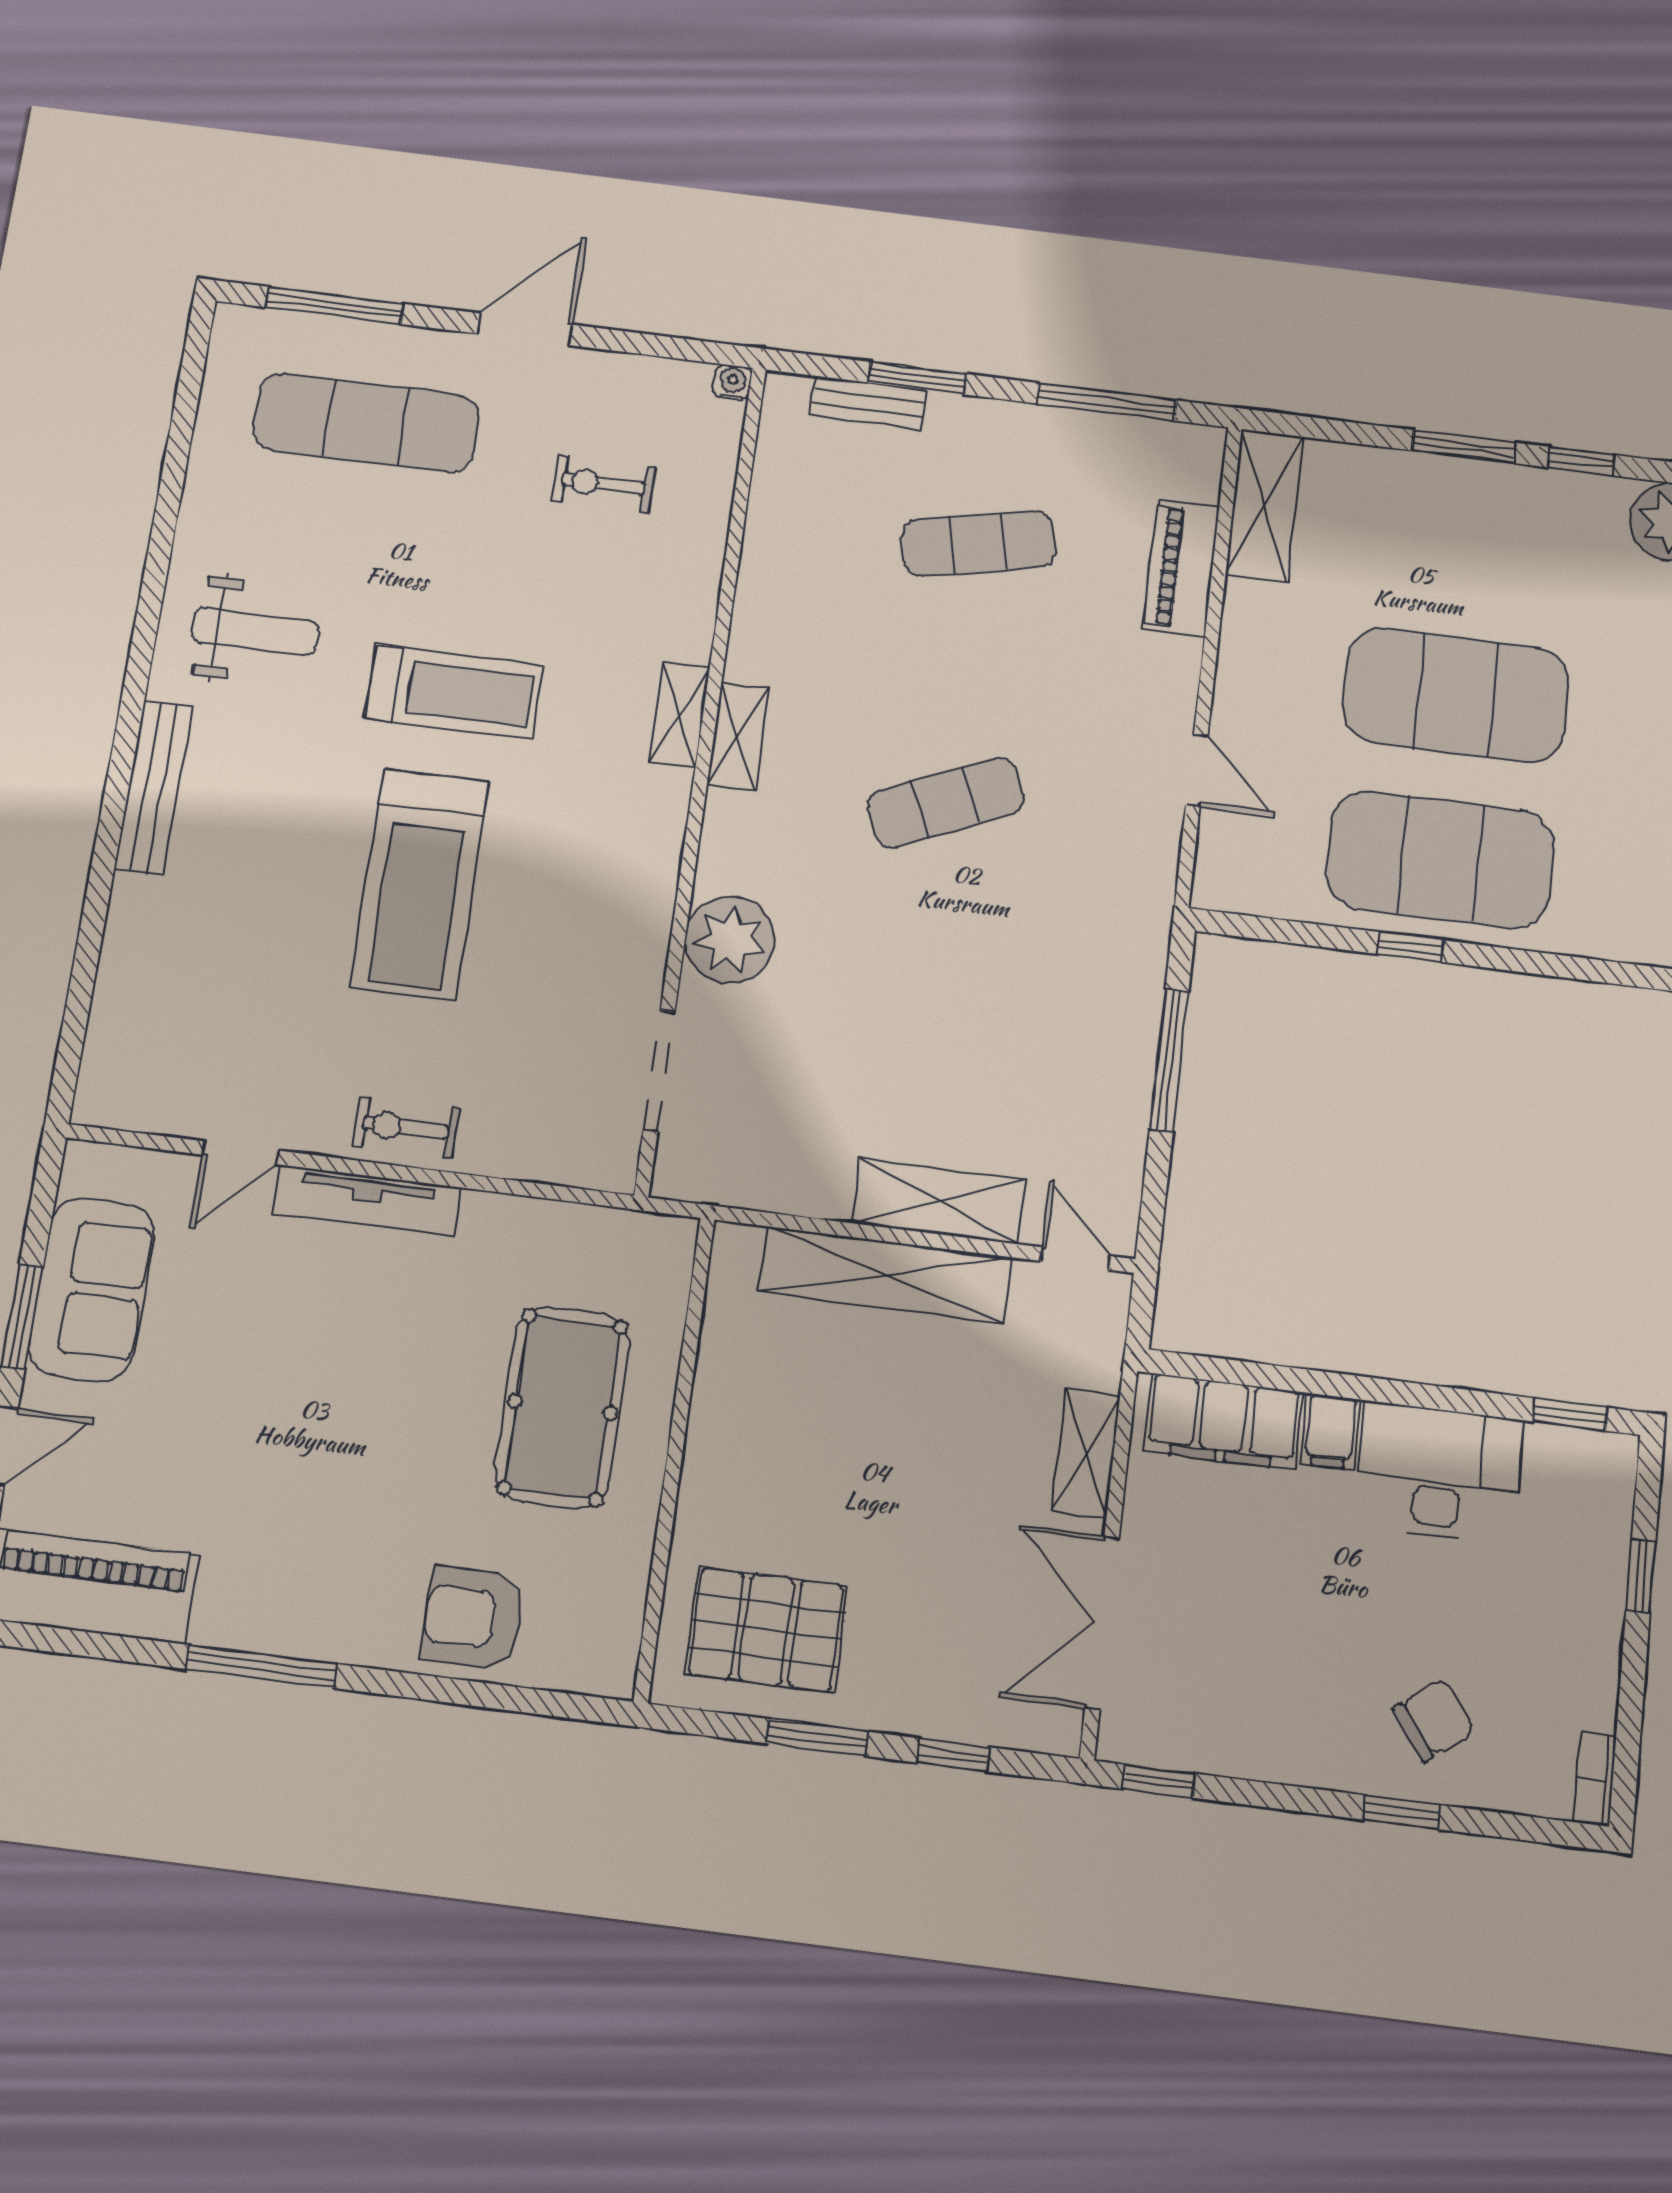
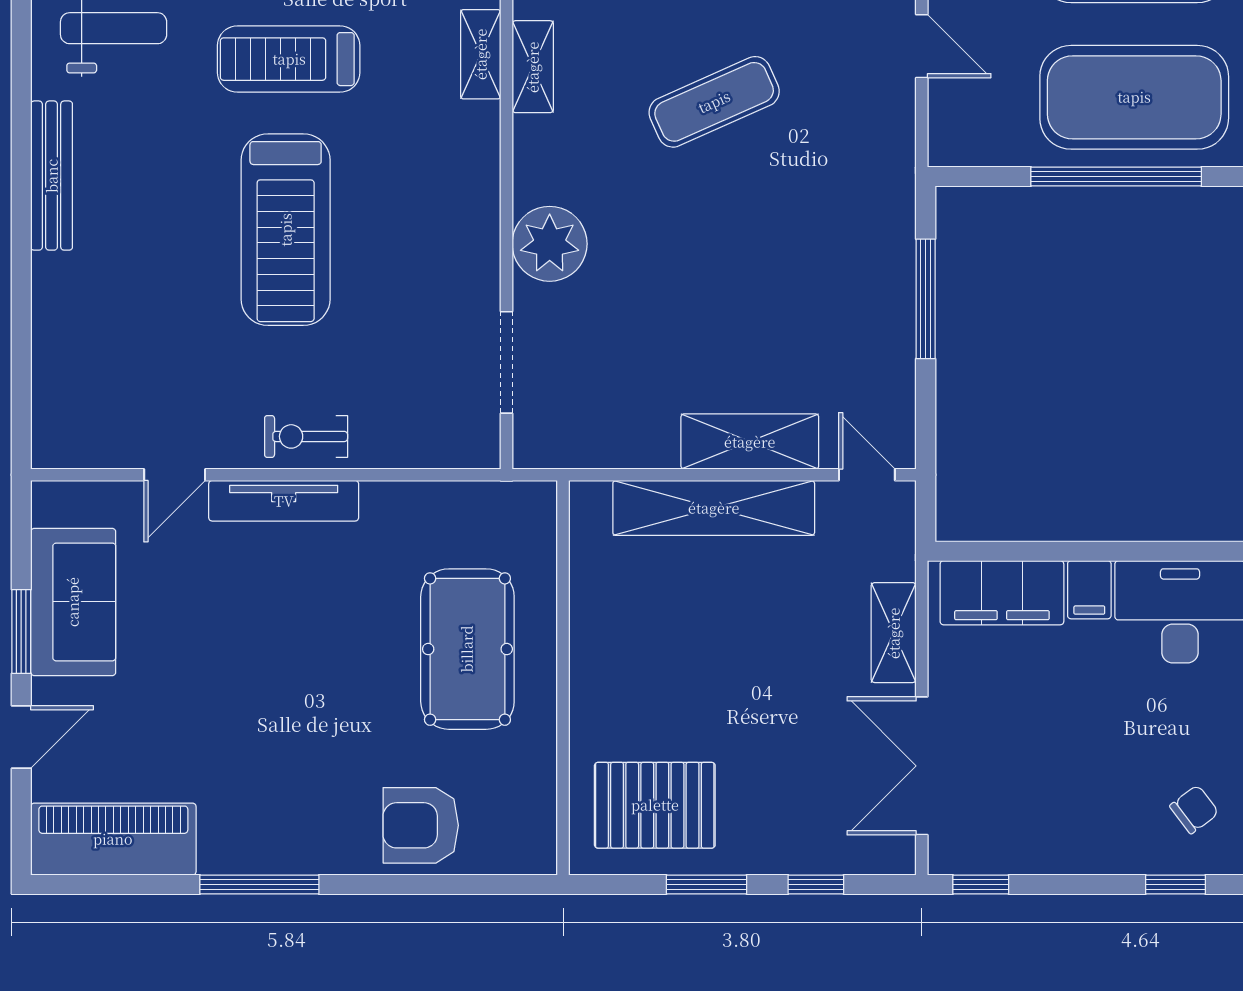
treadmill: (454, 692) -> (289, 59), turned 180
window: (1410, 947) -> (1116, 176), width x3.17
chair: (1434, 1720) -> (1194, 809), width x0.73, depth x0.73

